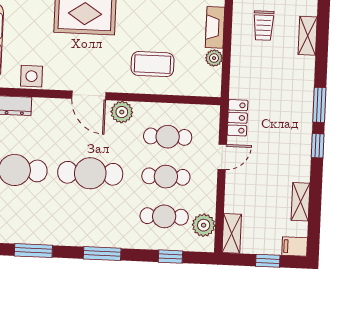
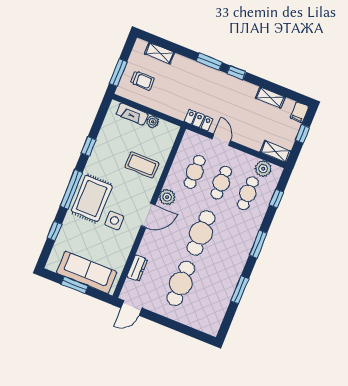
coffee table: (153, 64) -> (142, 165), turned 90
side table: (31, 76) -> (114, 220), moved

